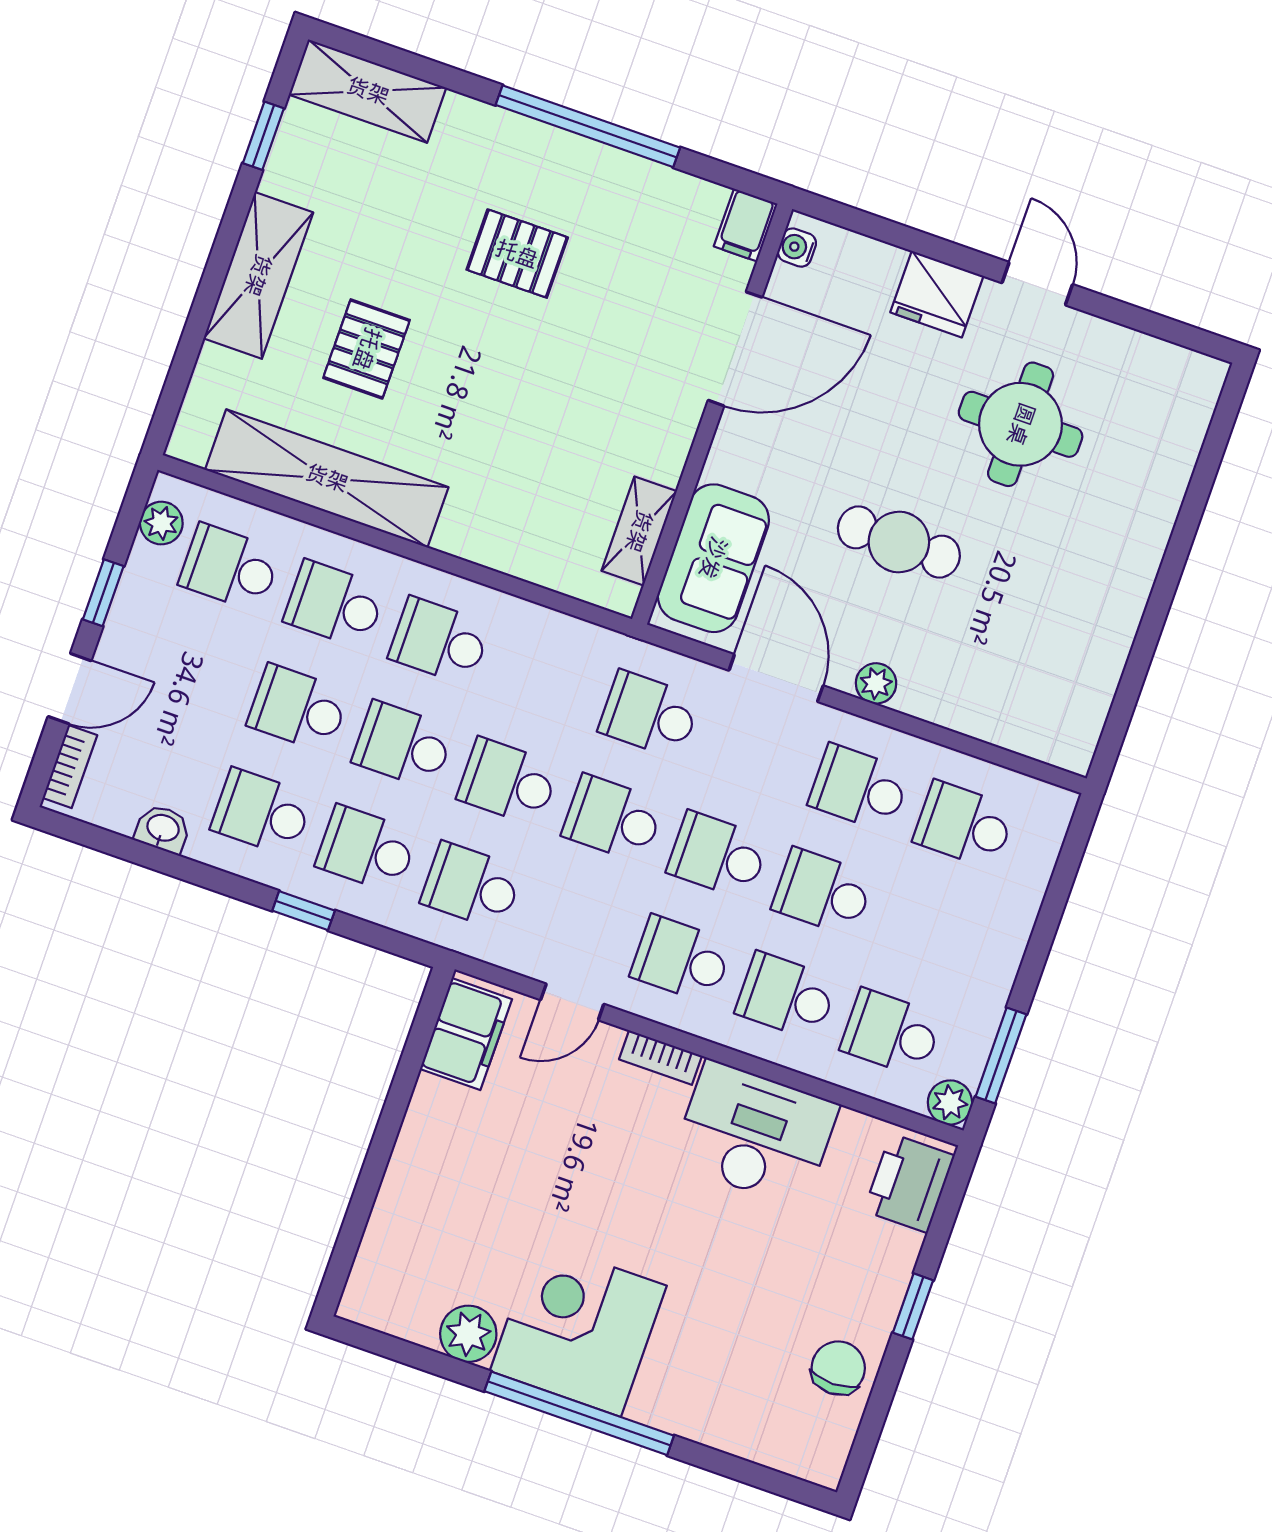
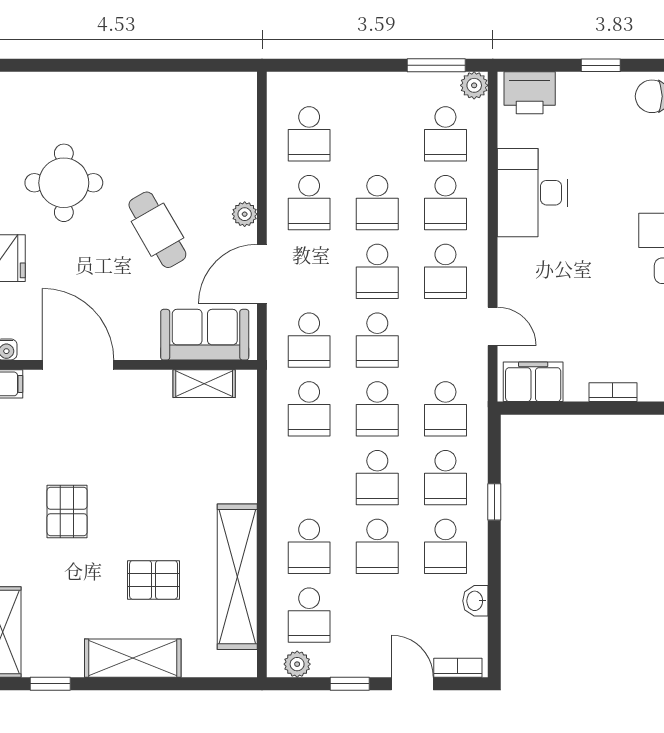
cafe table: (899, 542) -> (157, 230), turned -30
school desk: (440, 641) -> (309, 409), moved
bookcase: (661, 1058) -> (613, 392), moved, turned -90

